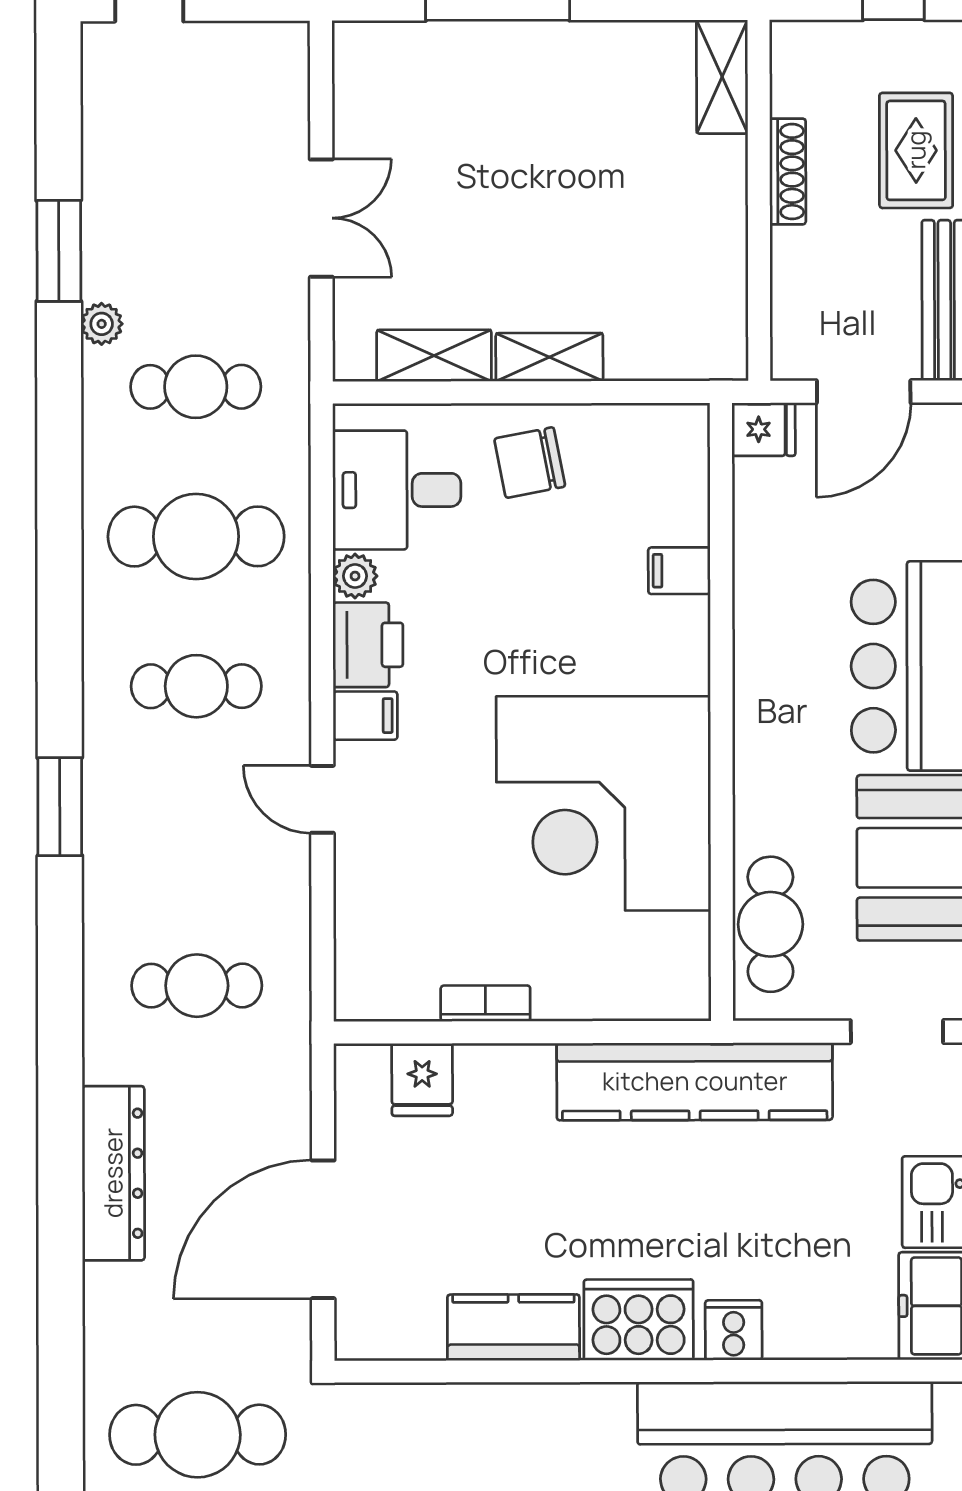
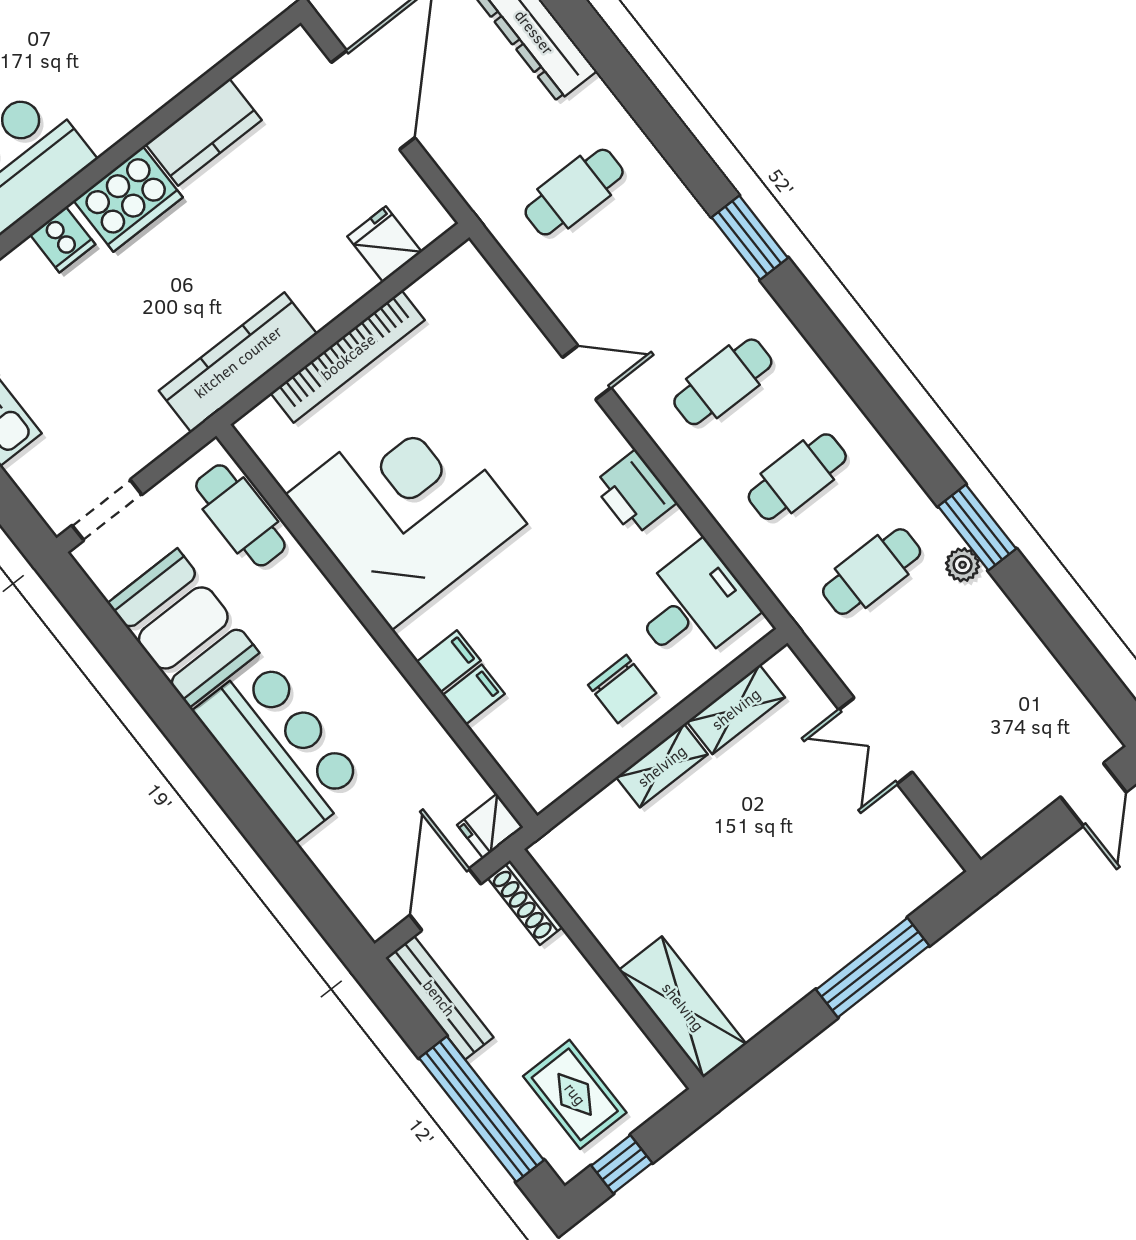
shelving: (722, 77) -> (683, 1007), width x1.50, depth x1.33
rug: (916, 150) -> (575, 1094), moved
shoe rack: (788, 171) -> (525, 903), moved
window: (59, 251) -> (977, 528), moved
chair: (530, 463) -> (622, 689), turned 101
cafe table: (196, 536) -> (797, 477), width x0.73, depth x0.74
plant: (355, 576) -> (677, 530), removed
filing cabinet: (365, 716) -> (449, 661), moved, turned 180
bookcase: (485, 1003) -> (348, 357), width x2.31, depth x1.31
kitchen counter: (695, 1081) -> (238, 362), width x0.72, depth x0.86

